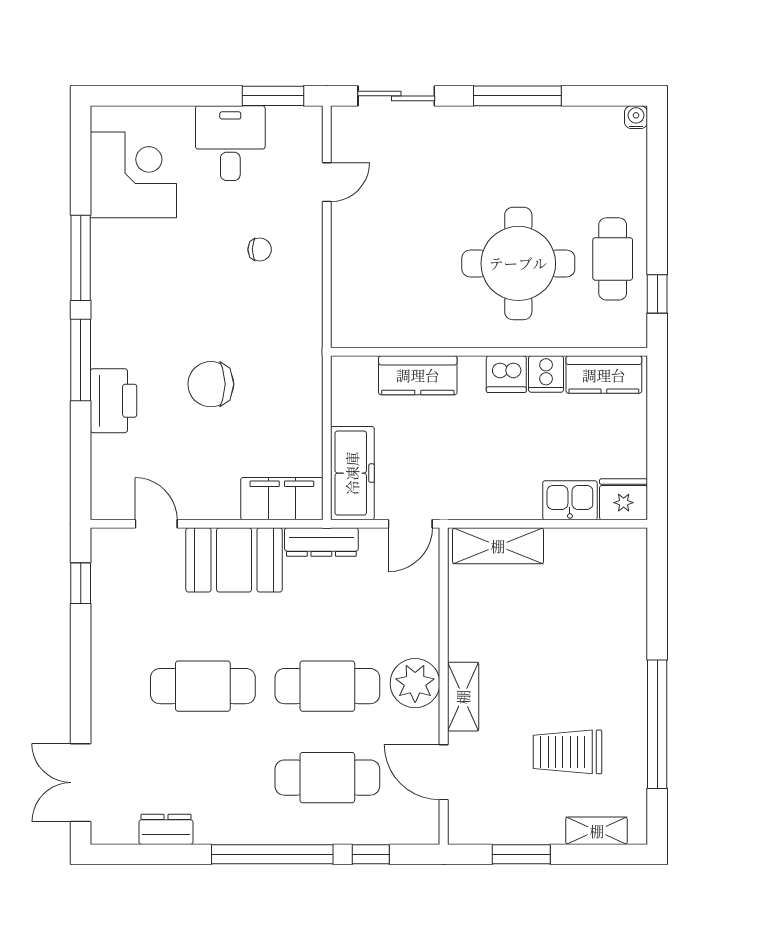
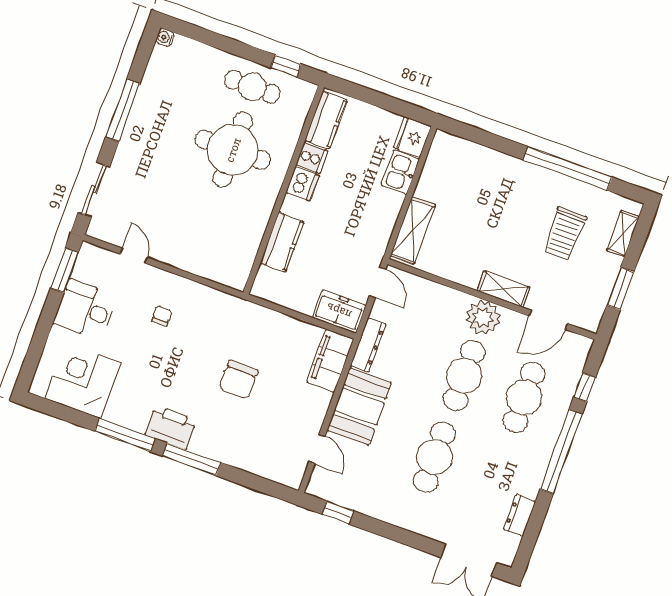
printer: (114, 401) -> (171, 427), moved
freezer: (352, 473) -> (339, 311), width x0.71
door: (156, 524) -> (317, 449), swing flipped

